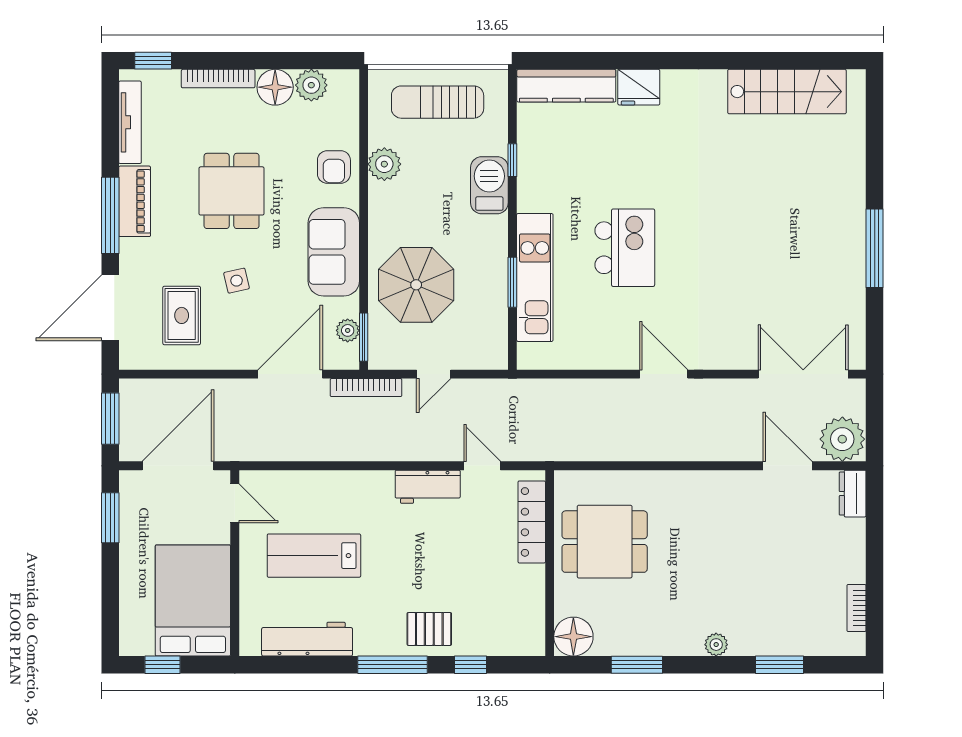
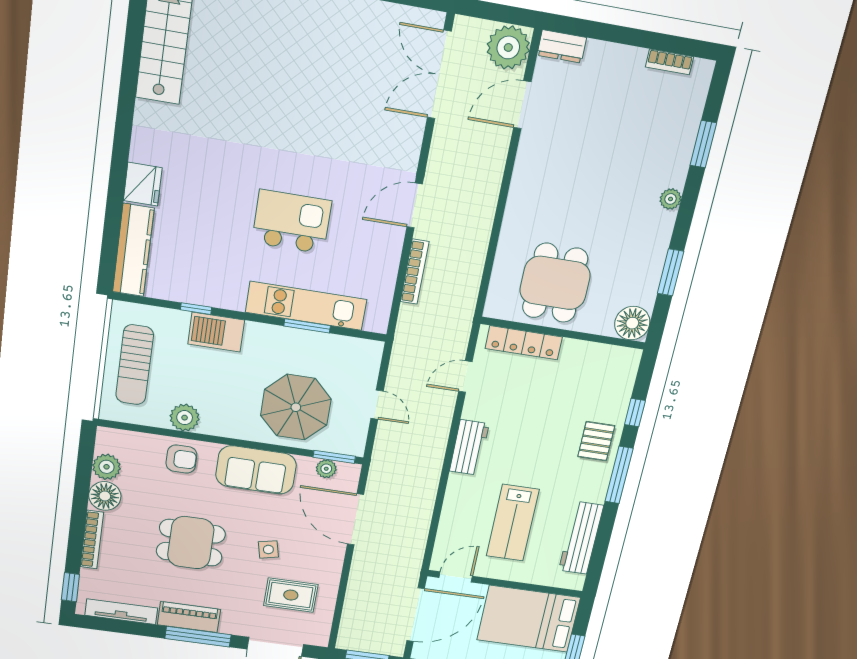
bookcase: (366, 388) -> (415, 272), moved
door: (178, 466) -> (416, 615), swing flipped
workbench: (428, 487) -> (469, 447), moved

